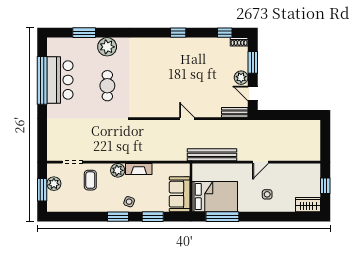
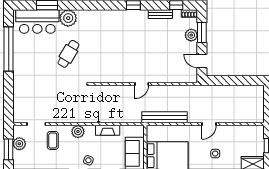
plant: (241, 78) -> (191, 35), moved
bar counter: (60, 80) -> (37, 21), moved, turned 90
cafe table: (107, 86) -> (68, 54), turned 31
bench: (235, 112) -> (160, 14), moved
door: (187, 119) -> (142, 84), swing flipped
fireplace: (139, 169) -> (108, 130), moved

